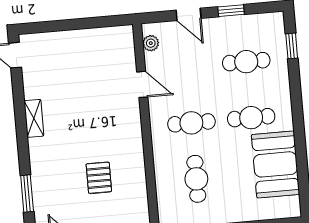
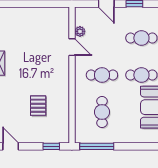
plant: (151, 43) -> (80, 31), moved

